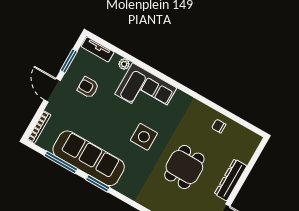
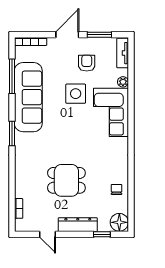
side table: (144, 137) -> (76, 94), moved
floor lamp: (250, 141) -> (119, 222), added
window: (252, 163) -> (102, 234), added
window: (98, 183) -> (12, 134), moved

